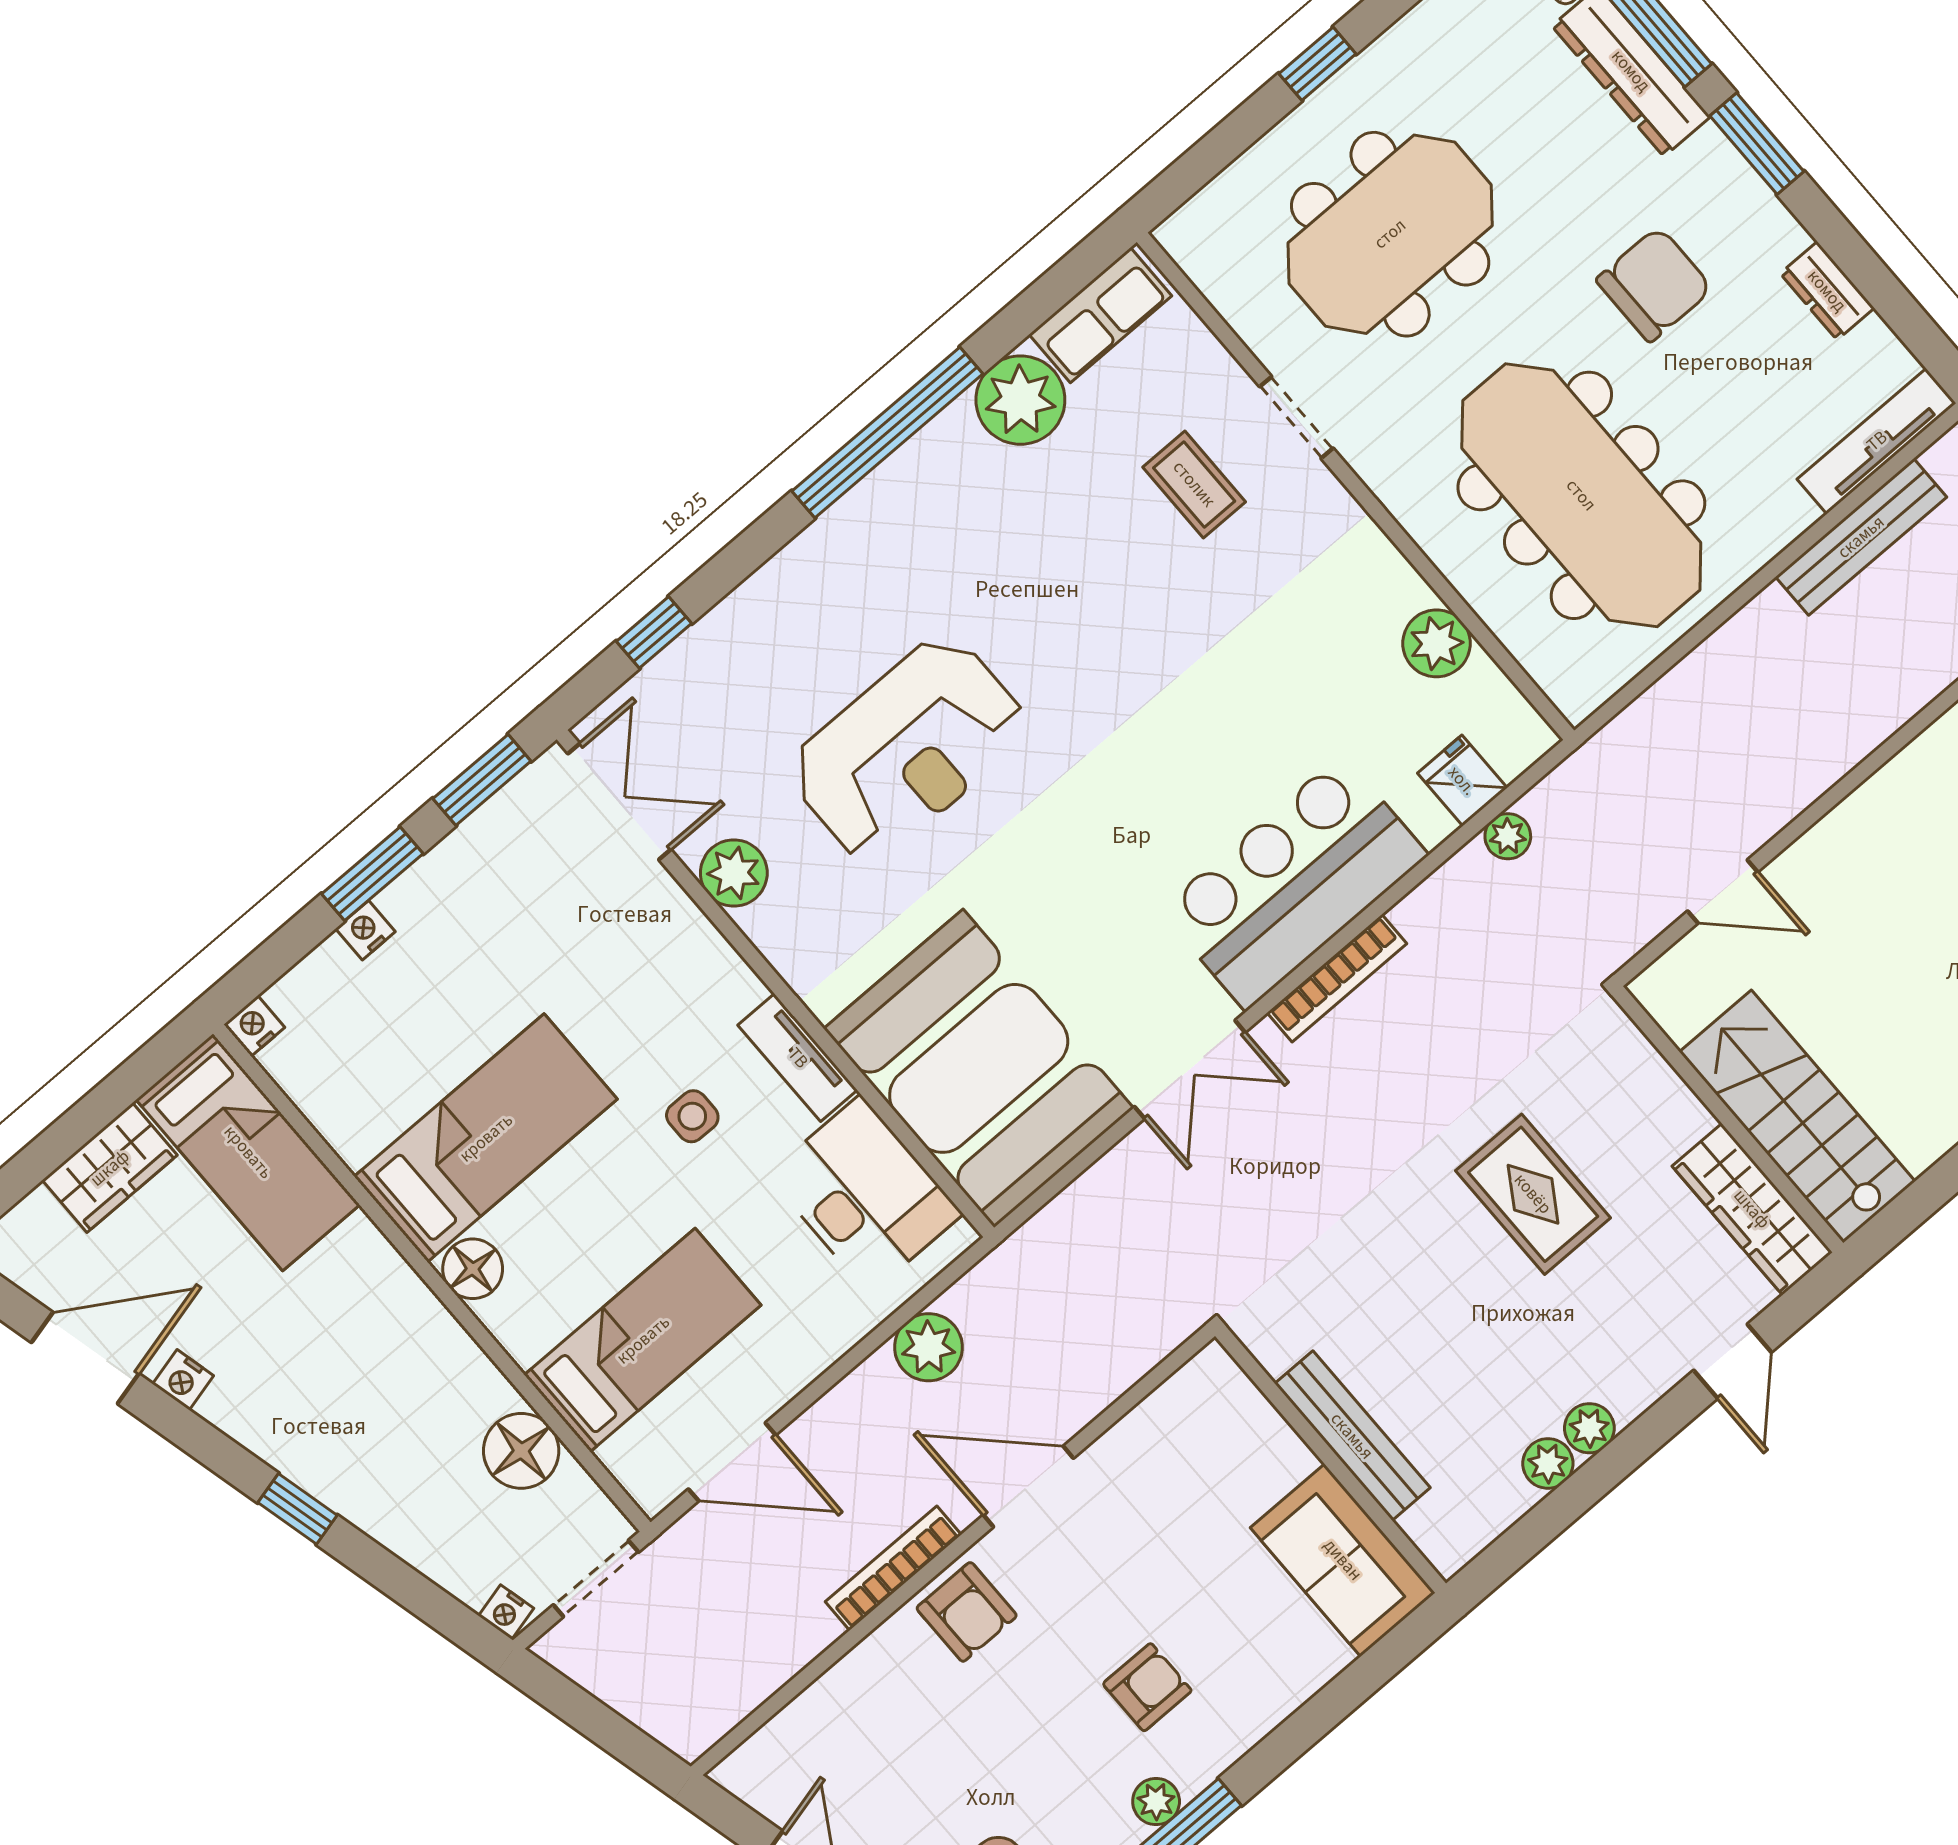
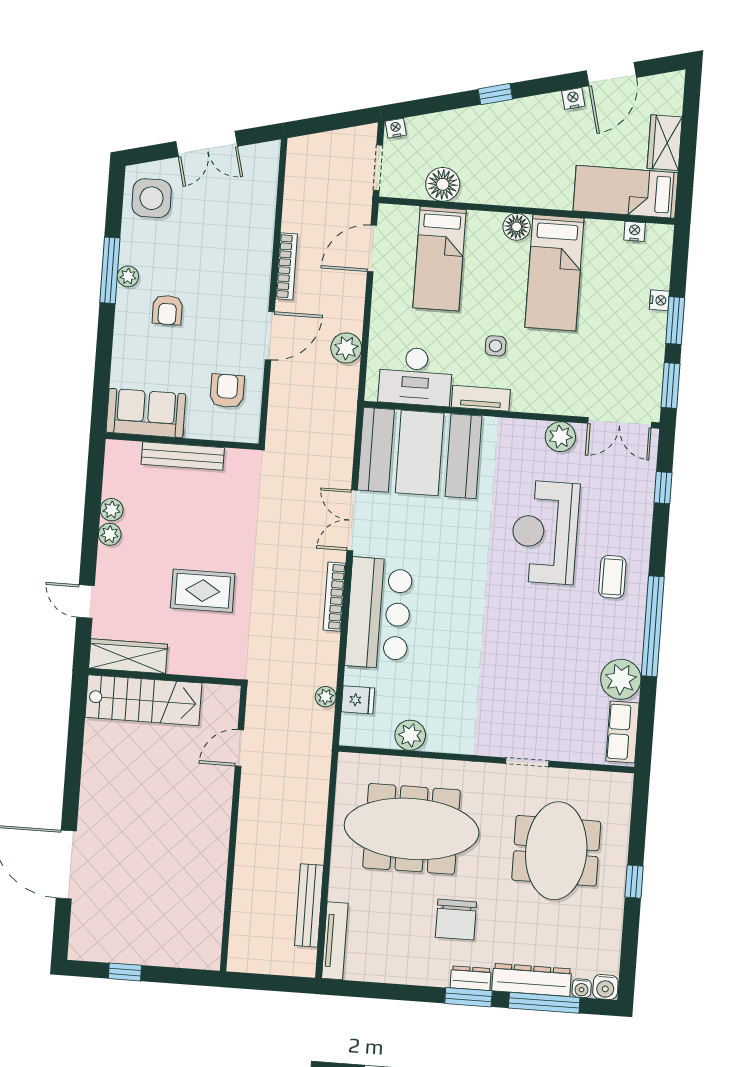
dresser: (1827, 291) -> (471, 978), moved
coffee table: (1194, 484) -> (612, 577), moved, turned 90
nightstand: (254, 1026) -> (635, 231), moved, turned -90
armchair: (967, 1612) -> (227, 391), moved, turned 90

